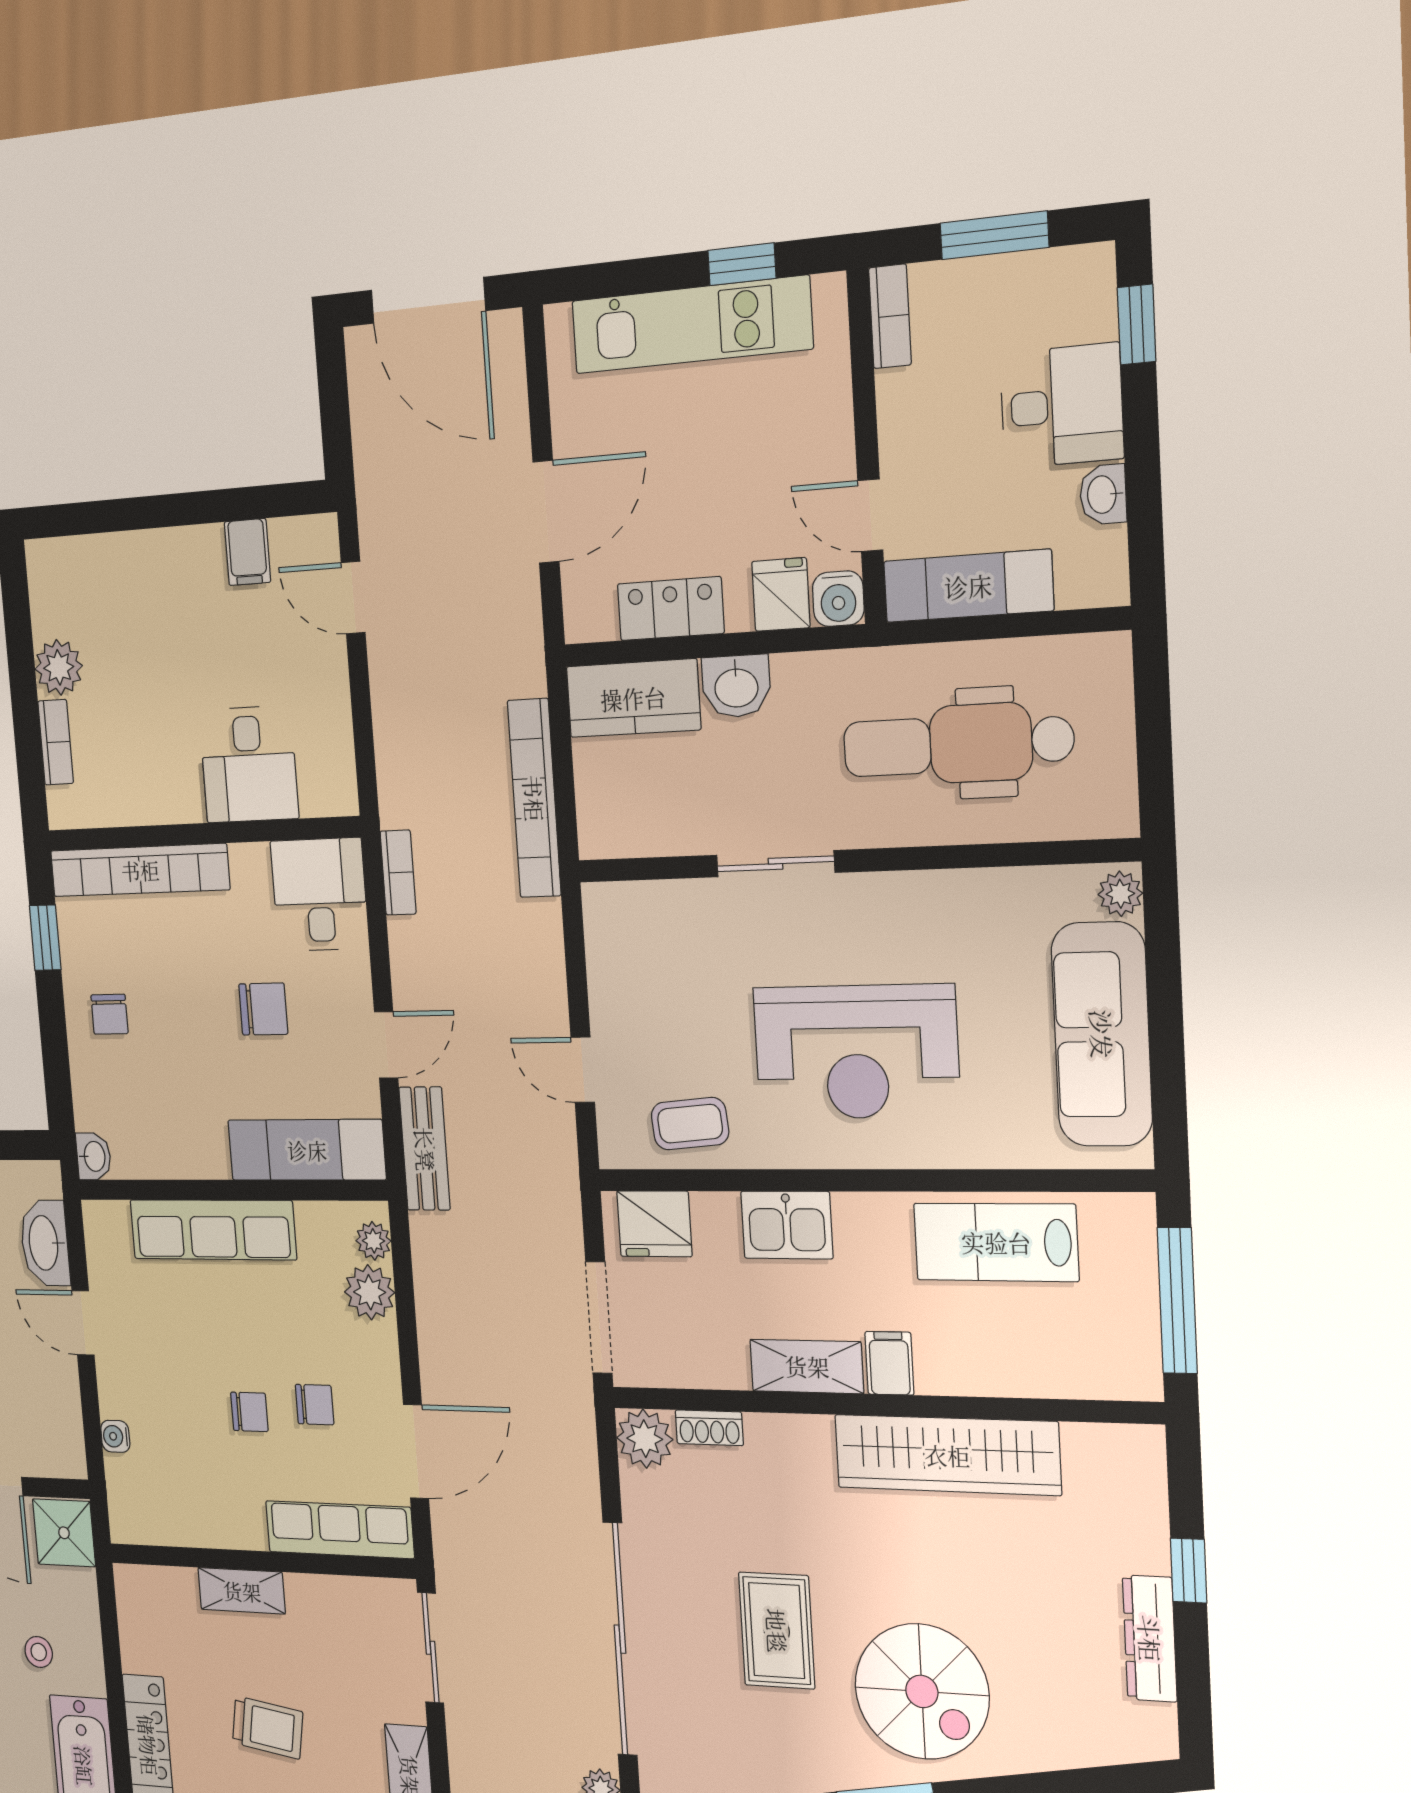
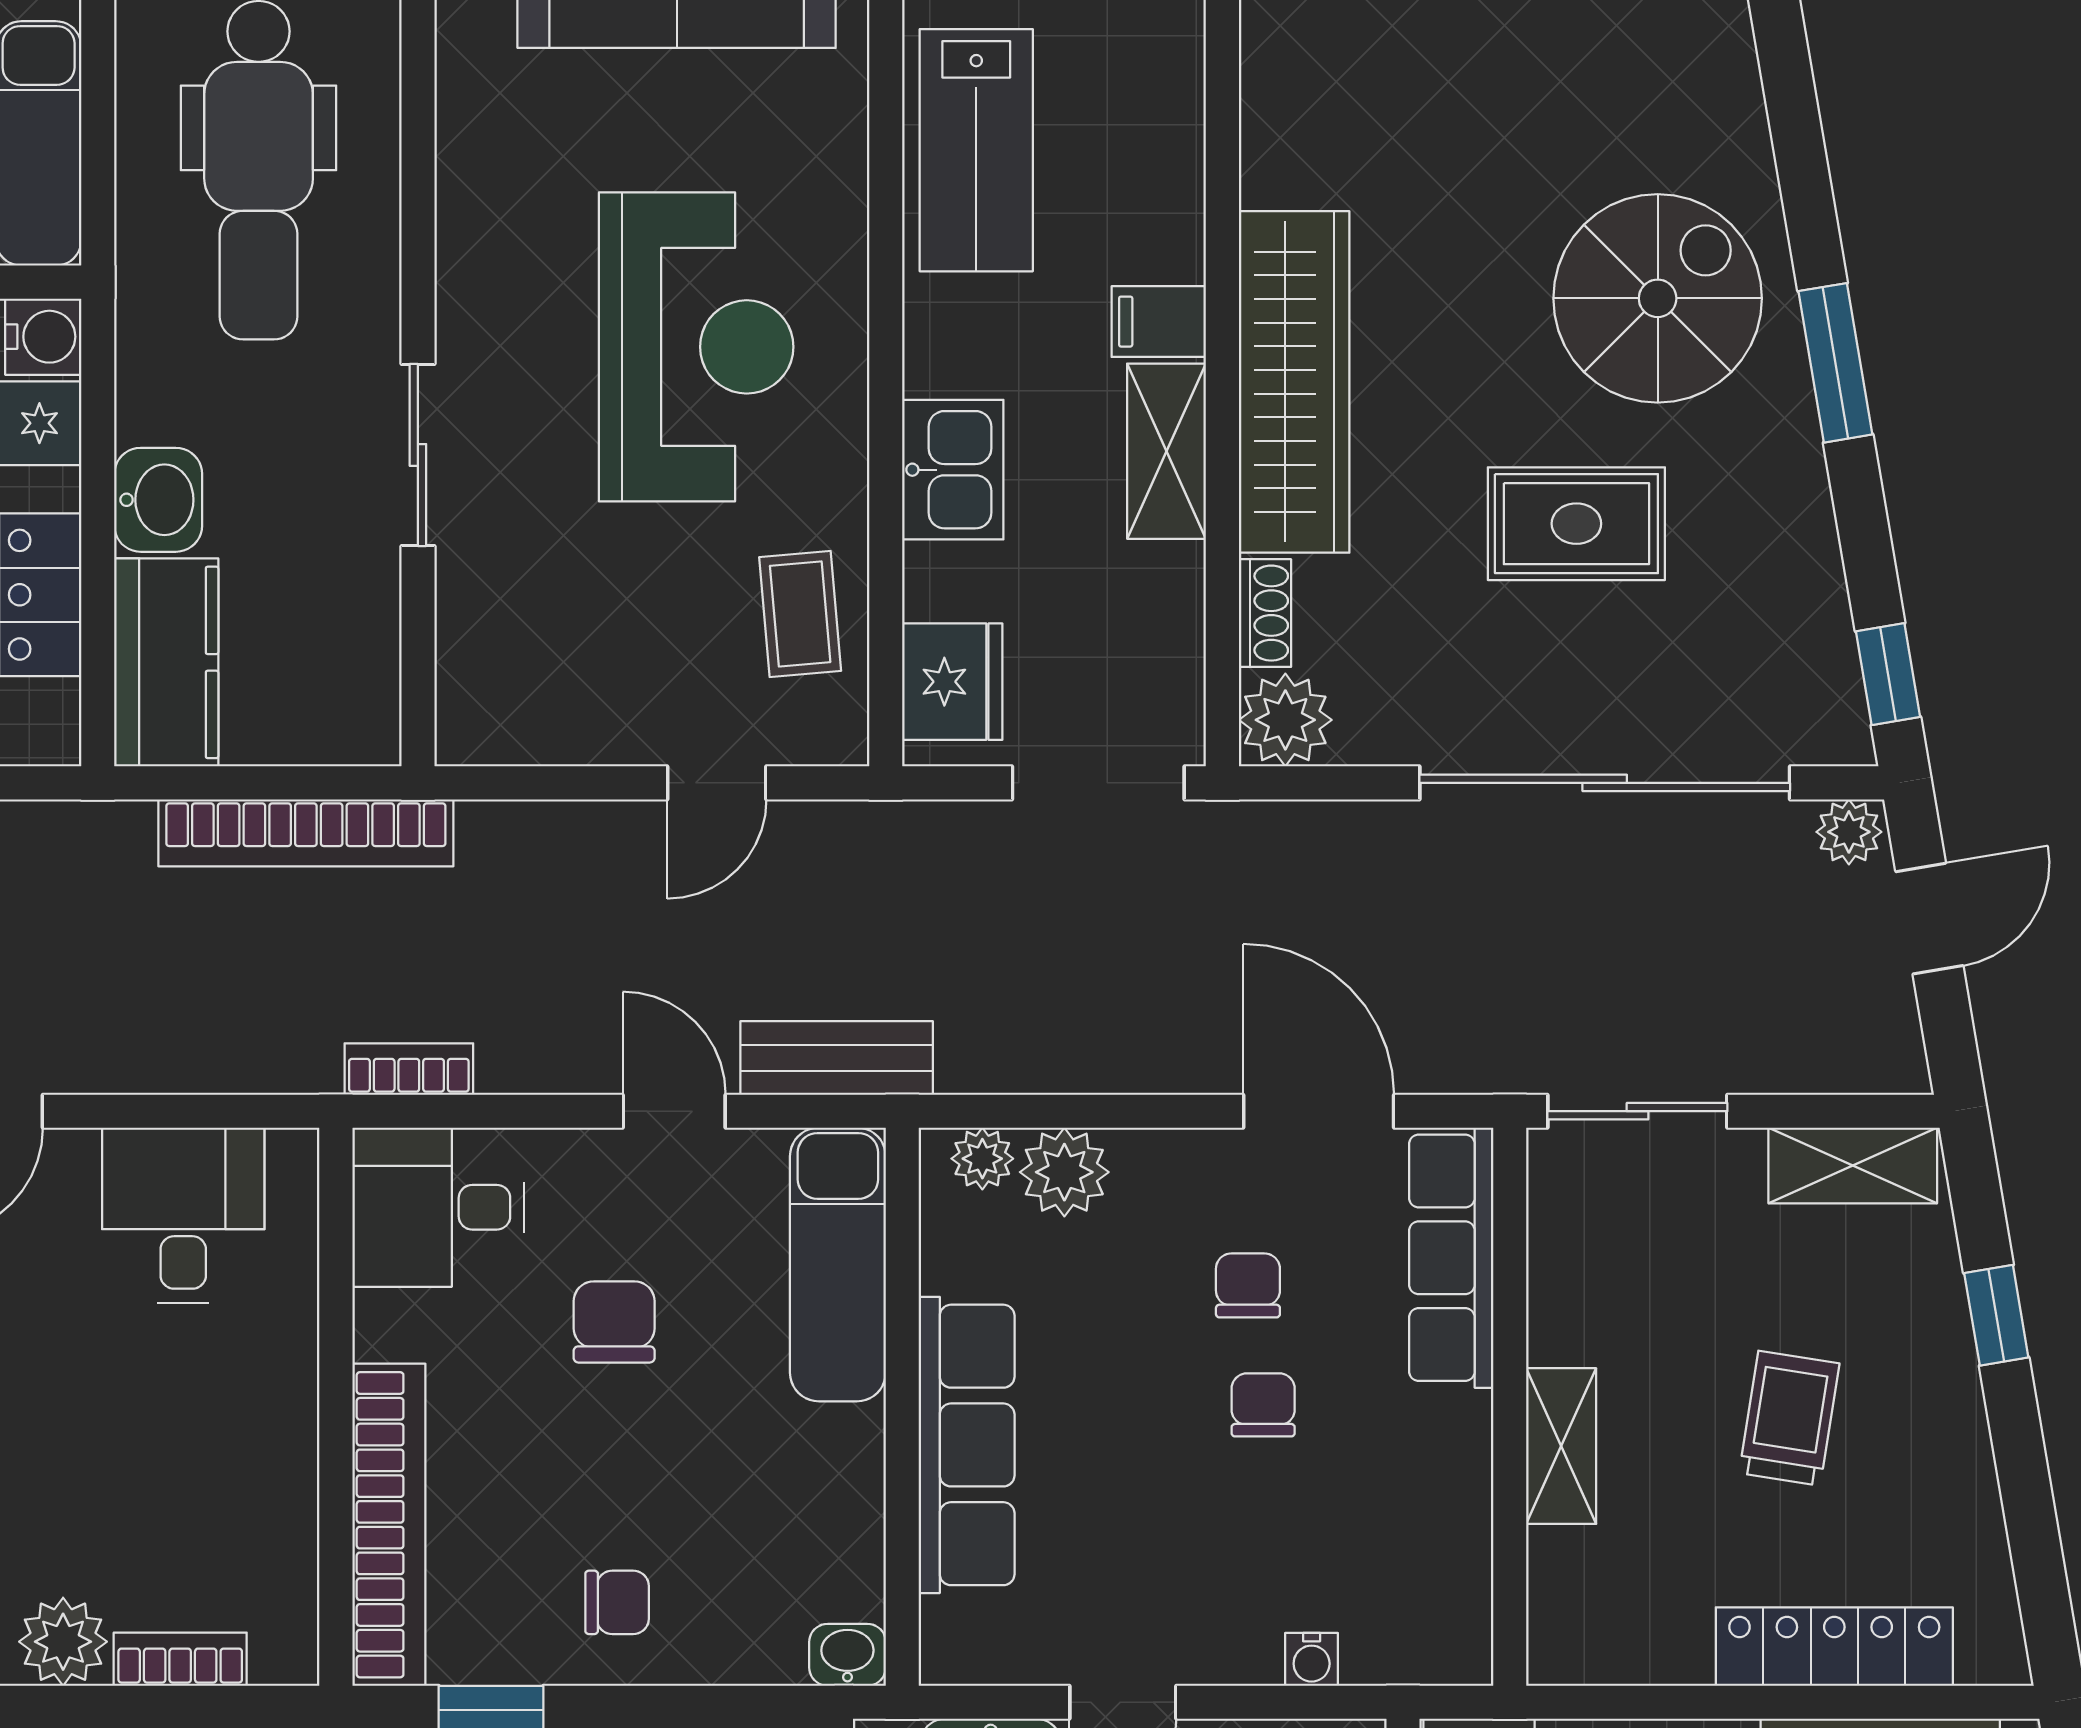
desk: (249, 764) -> (183, 1215), moved, turned -90
wardrobe: (947, 1455) -> (1294, 382), moved

